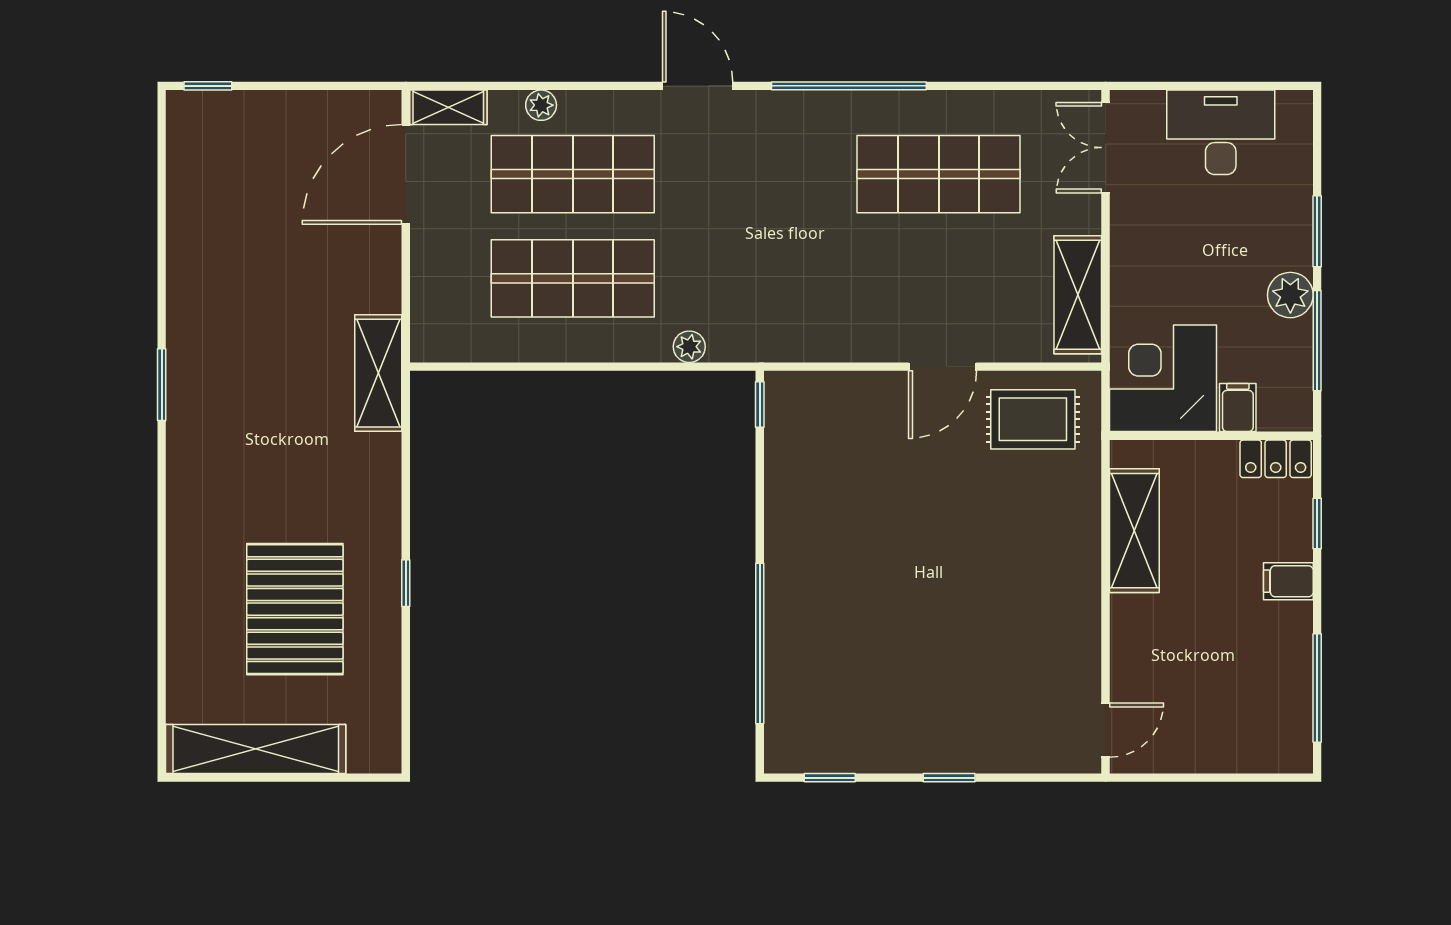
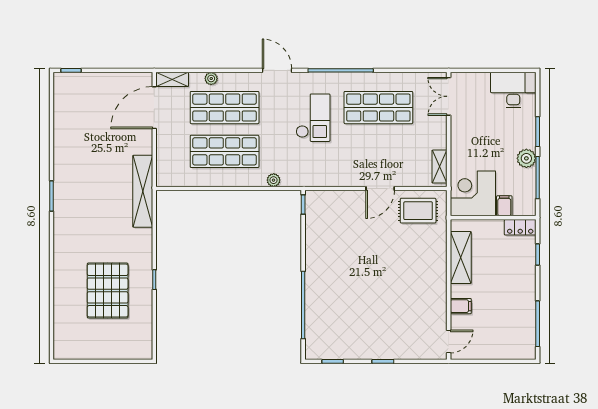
desk: (1221, 132) -> (513, 90), moved
checkout: (783, 198) -> (313, 118), added
shelving: (1078, 295) -> (439, 167), width x0.67, depth x0.75
shelving: (378, 373) -> (143, 191), width x1.47
filing cabinet: (1288, 581) -> (461, 306), moved, turned 180
shelving: (256, 749) -> (91, 349), removed

